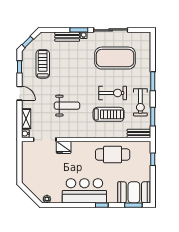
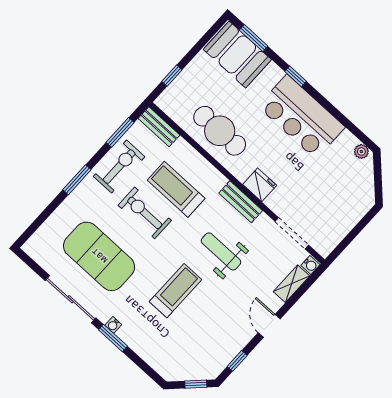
bench: (67, 37) -> (241, 202), moved
treadmill: (43, 64) -> (175, 291), moved, turned 180
fridge: (64, 147) -> (260, 185), moved

